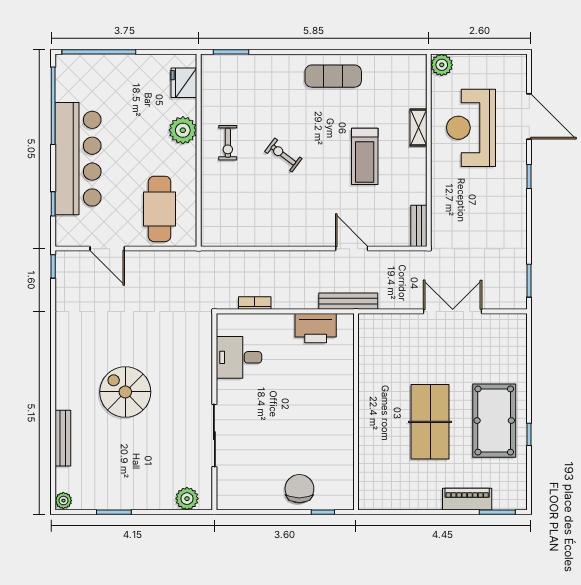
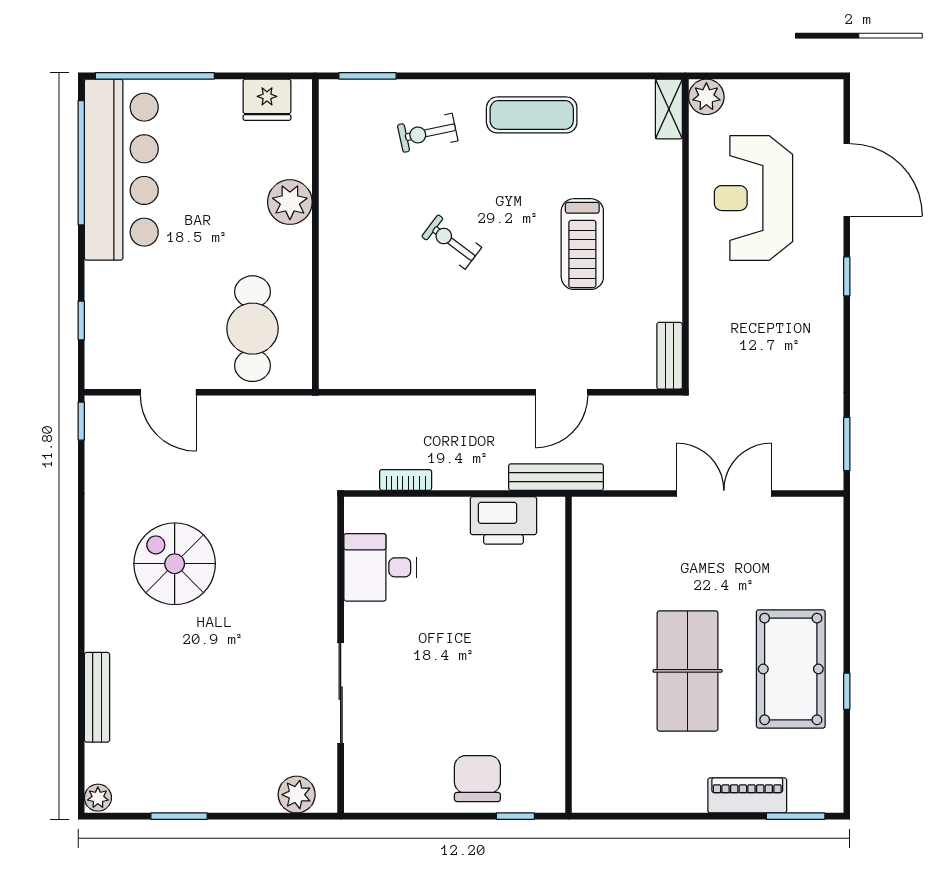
fridge: (184, 83) -> (267, 100), moved, turned -90
shelving: (418, 127) -> (669, 109), moved
exercise bike: (228, 143) -> (428, 133), moved, turned 78
bar counter: (78, 159) -> (121, 170), moved
door: (352, 249) -> (562, 392), swing flipped
spiral stairs: (125, 392) -> (175, 564), moved

